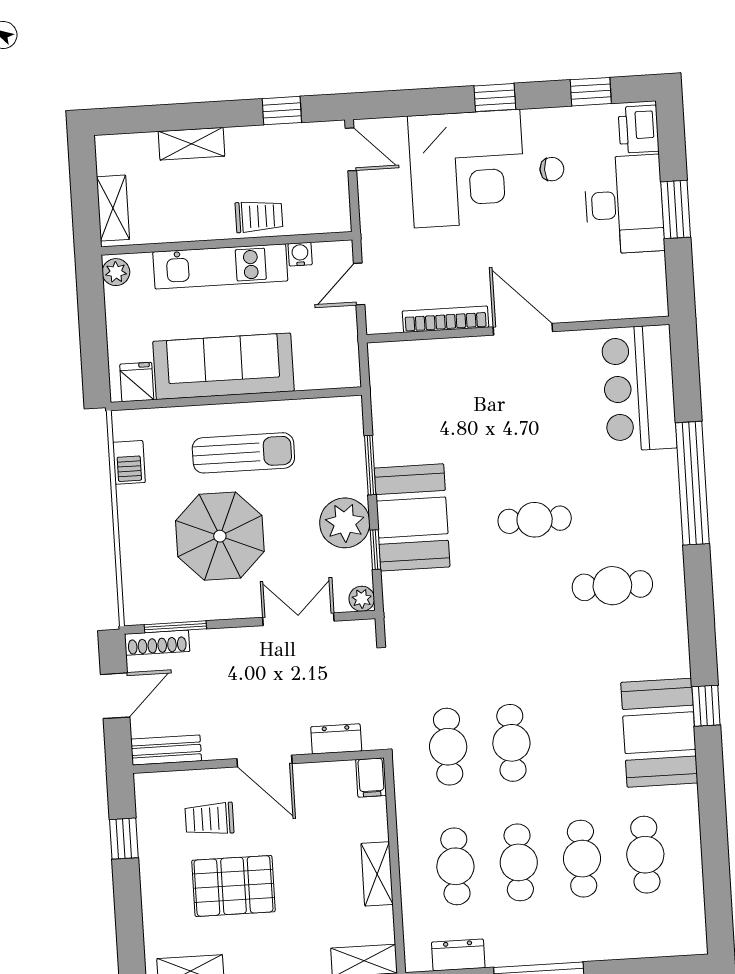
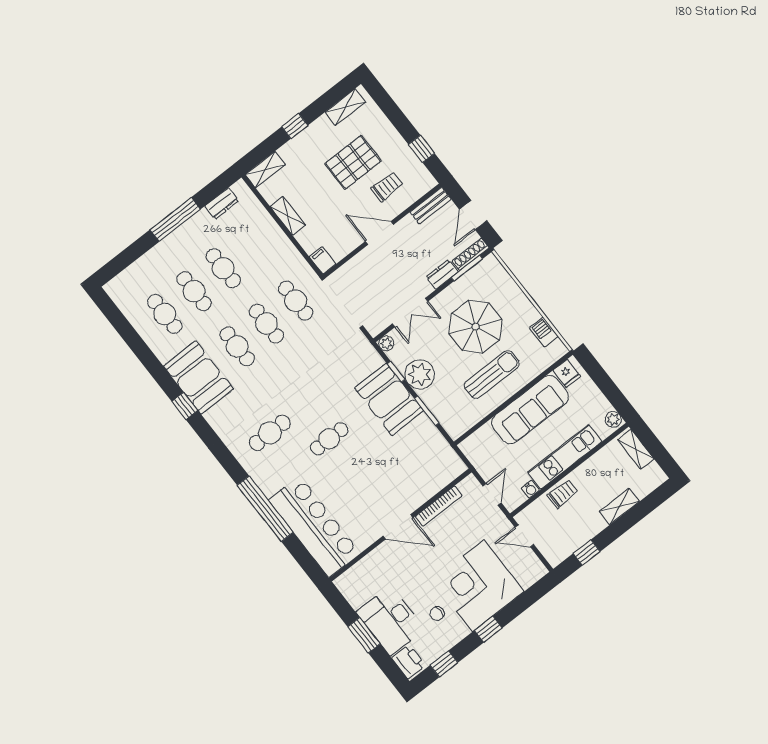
door: (351, 149) -> (524, 536), moved
trolley: (259, 216) -> (563, 494), turned 180
bar counter: (639, 388) -> (314, 527), width x1.36
sun lounger: (243, 453) -> (492, 375), turned 180
dresser: (336, 739) -> (442, 274), moved, turned 180
cafe table: (455, 866) -> (237, 346), moved

